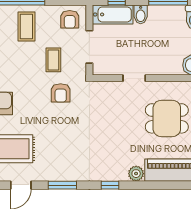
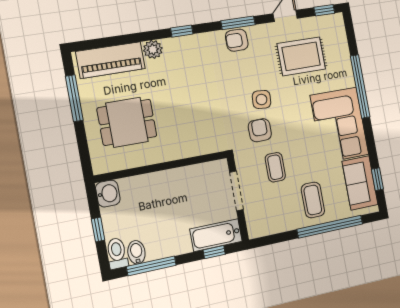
bidet: (141, 14) -> (136, 252), moved
armchair: (70, 19) -> (237, 40), moved, turned -90
doorway: (134, 78) -> (176, 164), removed
side table: (54, 118) -> (262, 99), added

